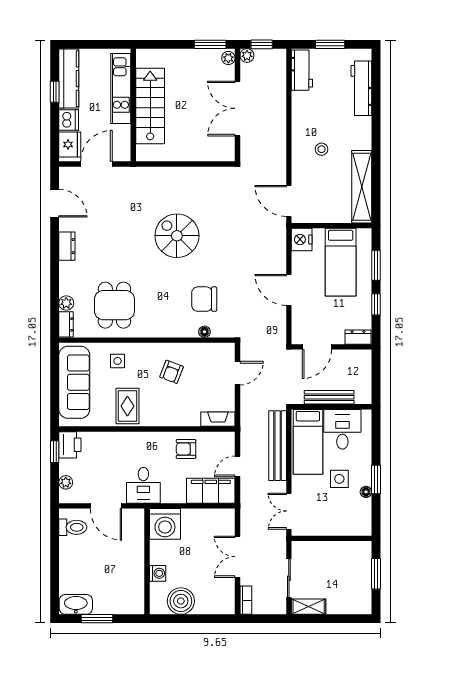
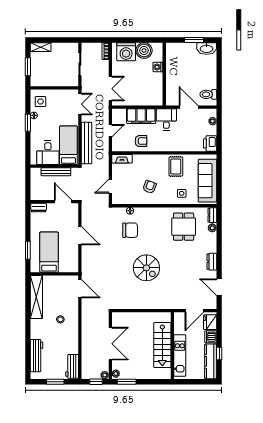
nightstand: (302, 239) -> (72, 266), removed
window: (376, 304) -> (28, 227), removed
door: (317, 347) -> (63, 202), hinge flipped
window: (55, 452) -> (219, 139), removed
side table: (339, 479) -> (40, 102), moved
filing cabinet: (211, 491) -> (141, 116), moved
washing machine: (165, 524) -> (126, 52), moved, turned 180
double door: (238, 557) -> (110, 89), moved
shelving: (309, 607) -> (41, 47), moved

